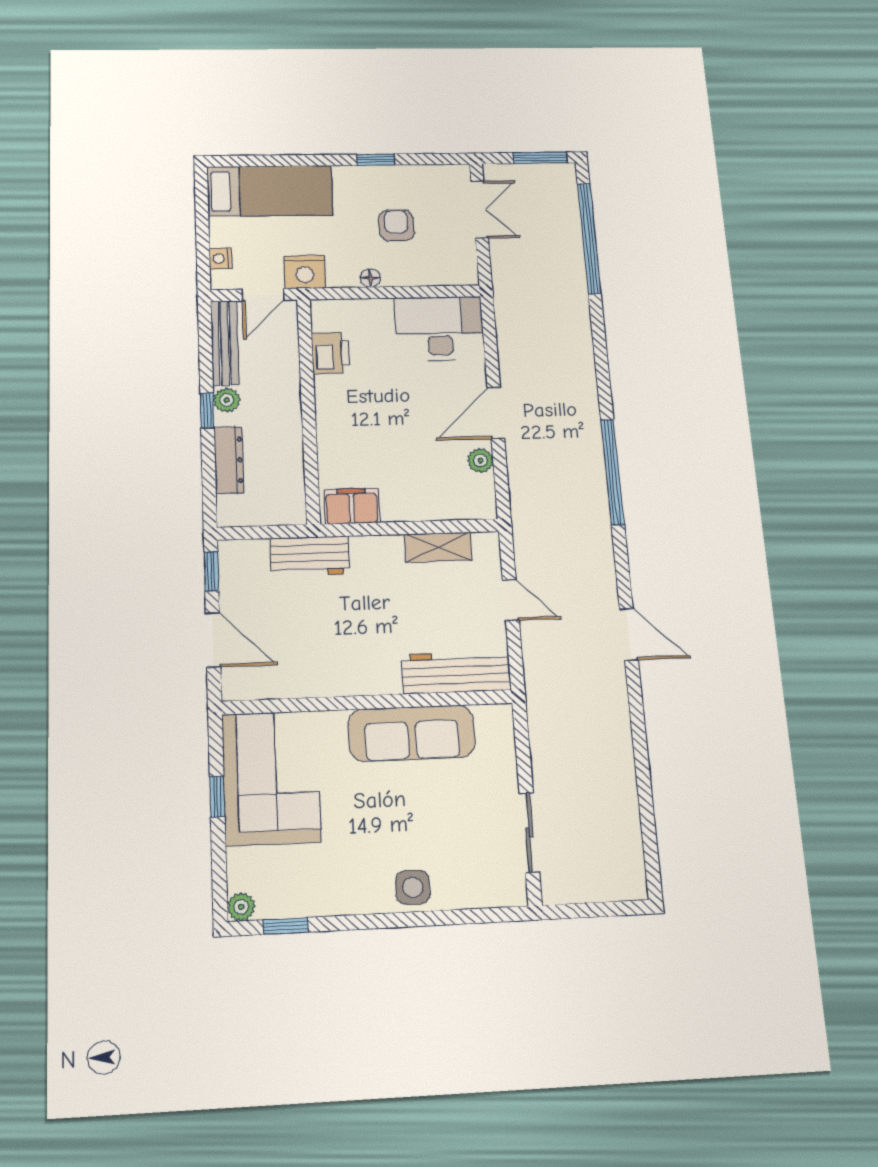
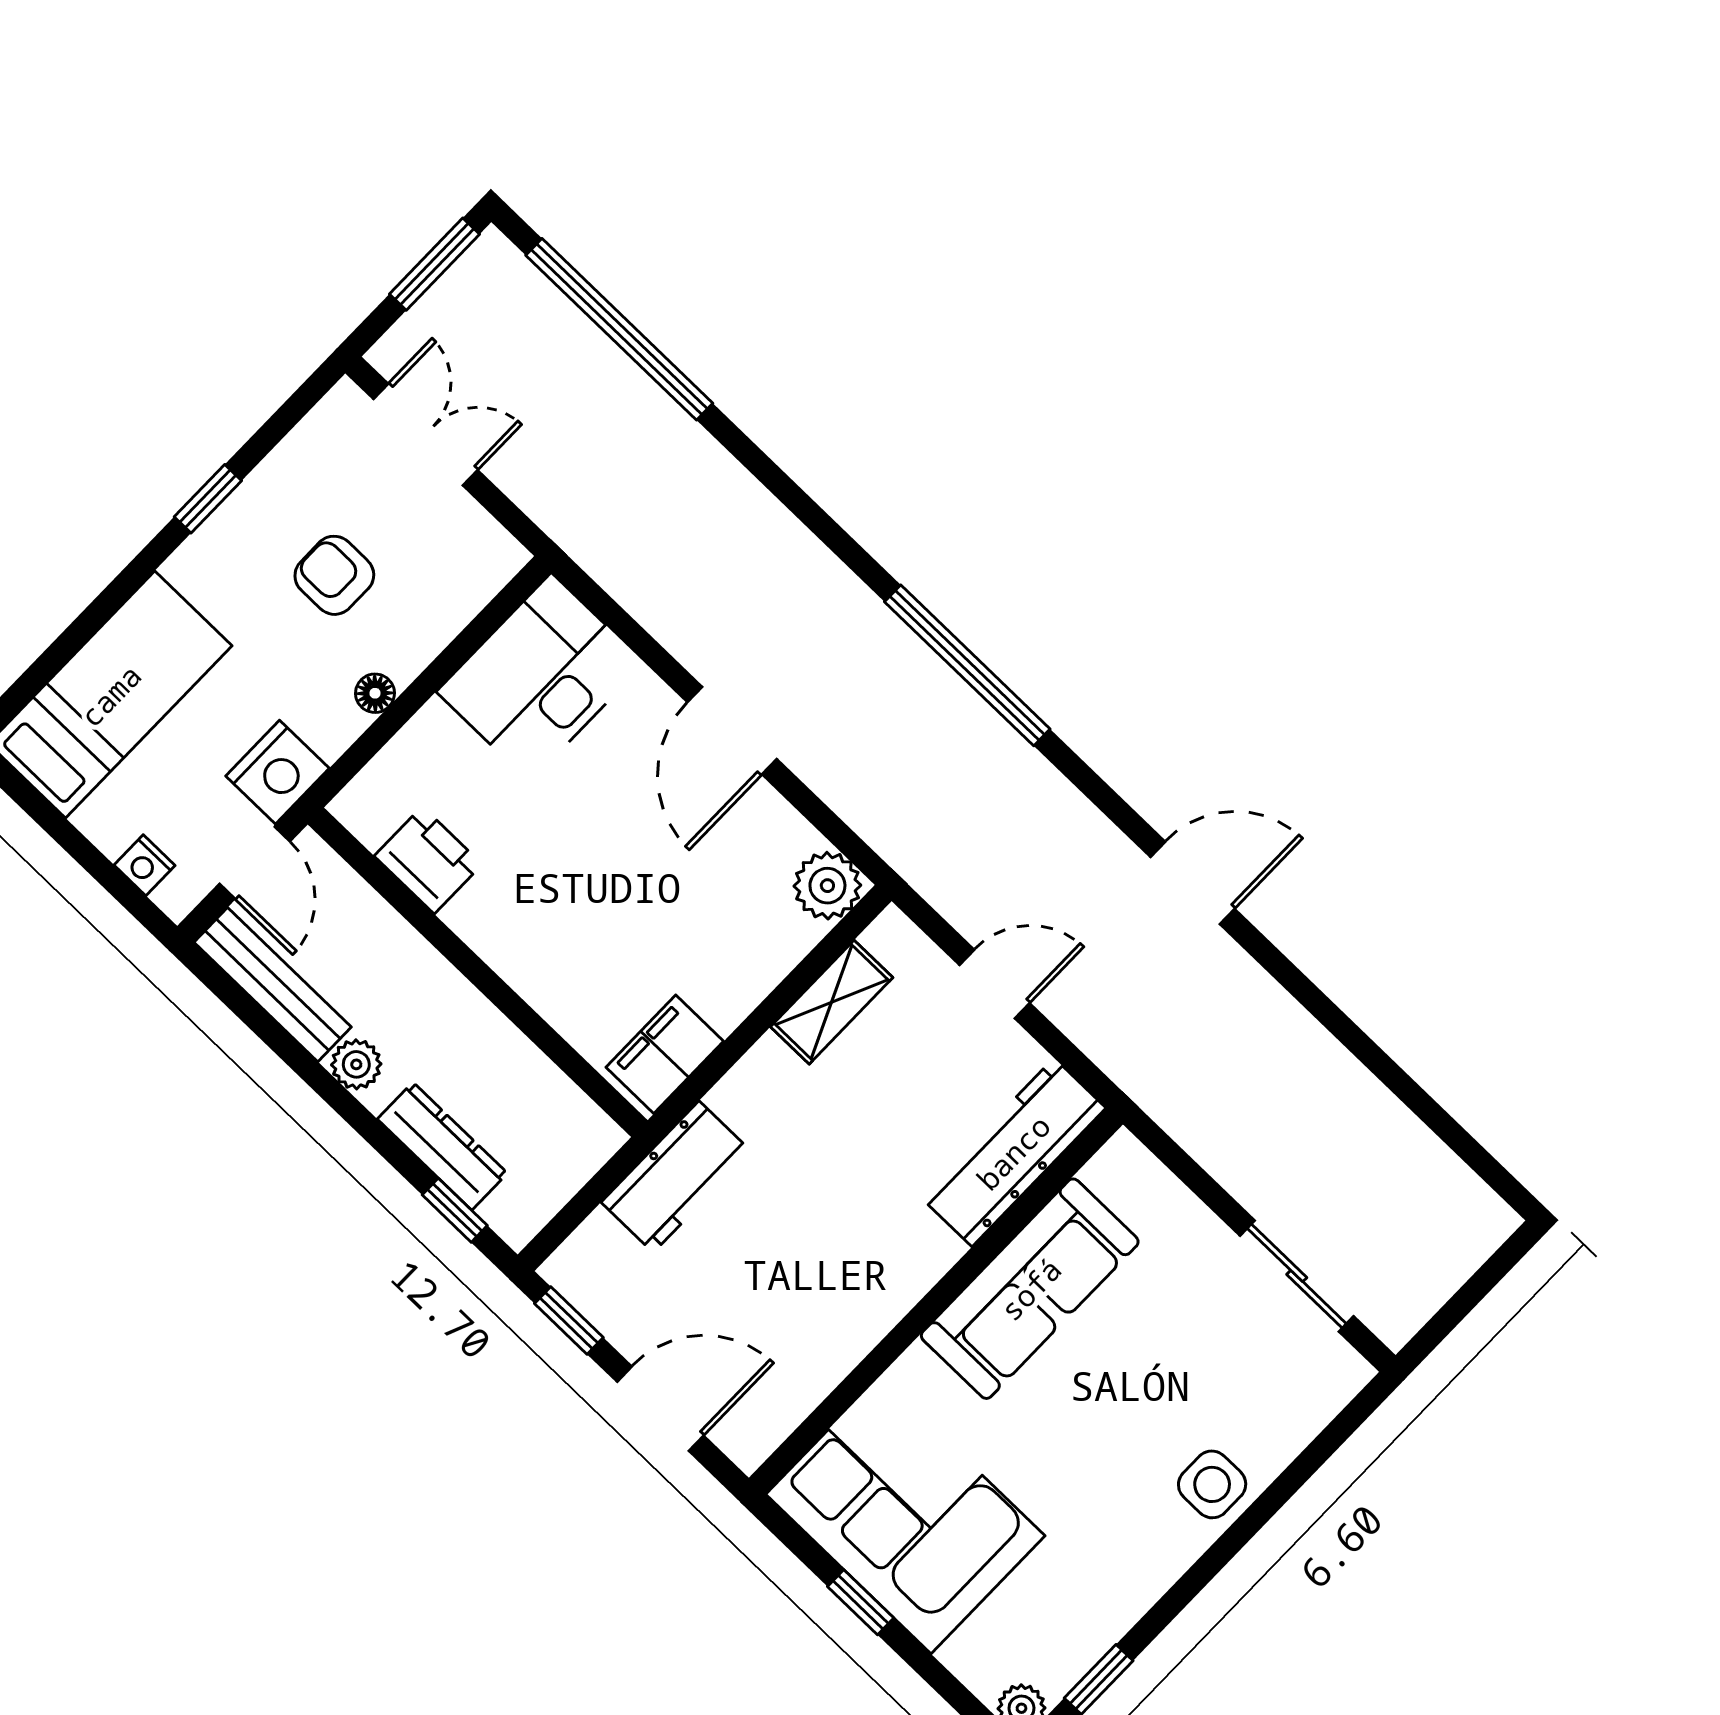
window: (207, 410) -> (455, 1210), moved
plant: (480, 461) -> (827, 886), moved, width x1.38, depth x1.38

